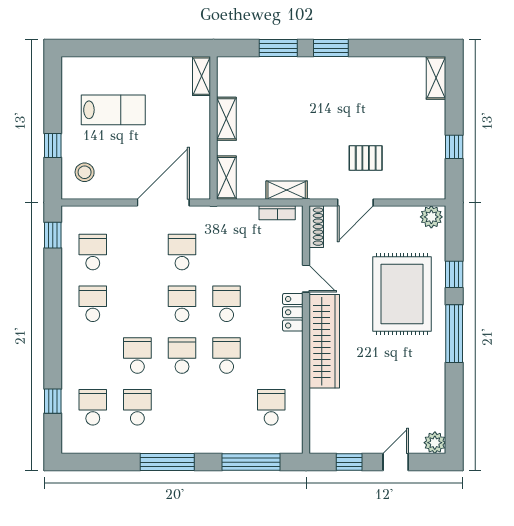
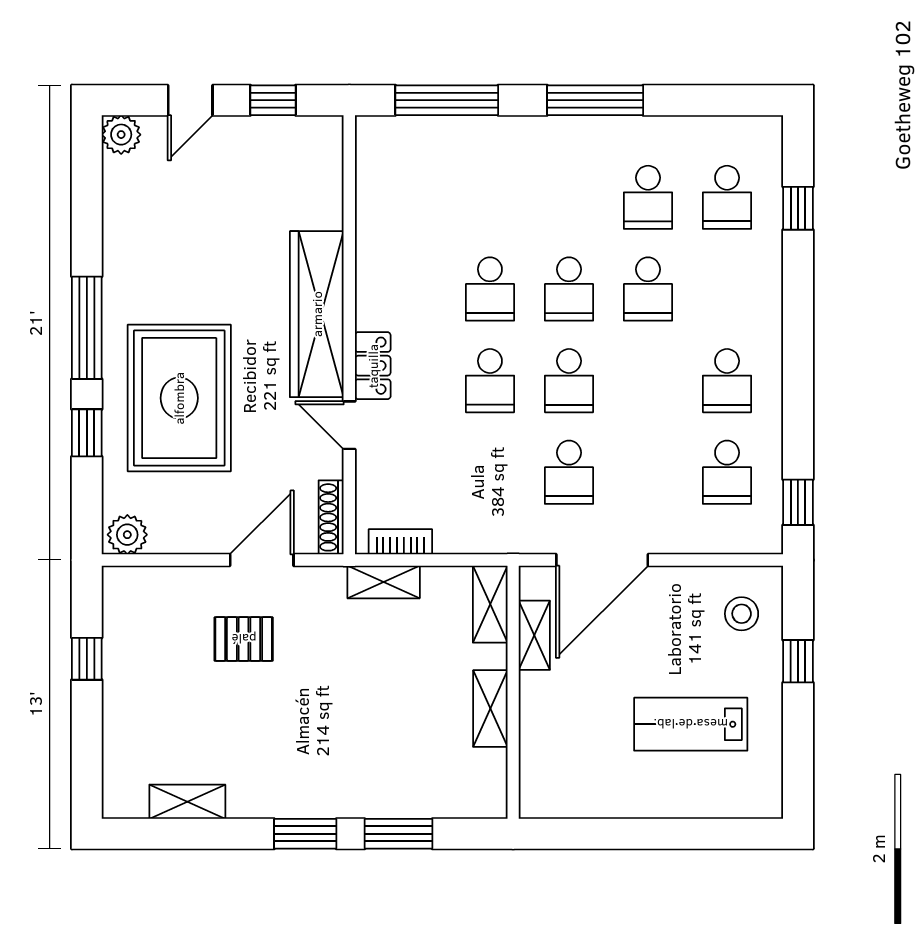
shelving: (202, 76) -> (534, 635), moved
shelving: (436, 78) -> (187, 802), moved, turned 90
school desk: (271, 407) -> (411, 197), removed

